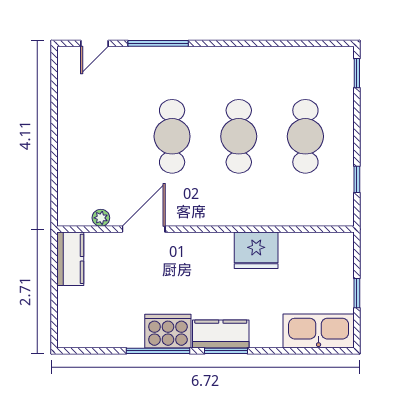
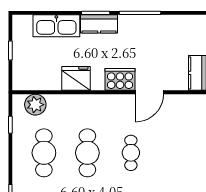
cafe table: (172, 136) -> (131, 153), width x0.73, depth x0.74
plant: (101, 218) -> (35, 105), moved, width x1.88, depth x1.88
cooker: (168, 331) -> (120, 79), moved, turned 180
kitchen sink: (319, 331) -> (56, 26), moved

